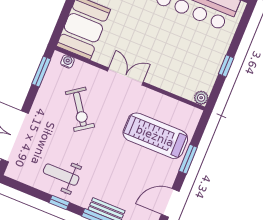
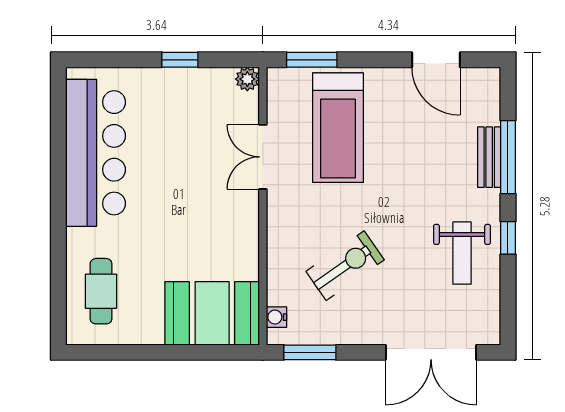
double door: (125, 76) -> (263, 157), moved
window: (188, 159) -> (312, 60), moved

